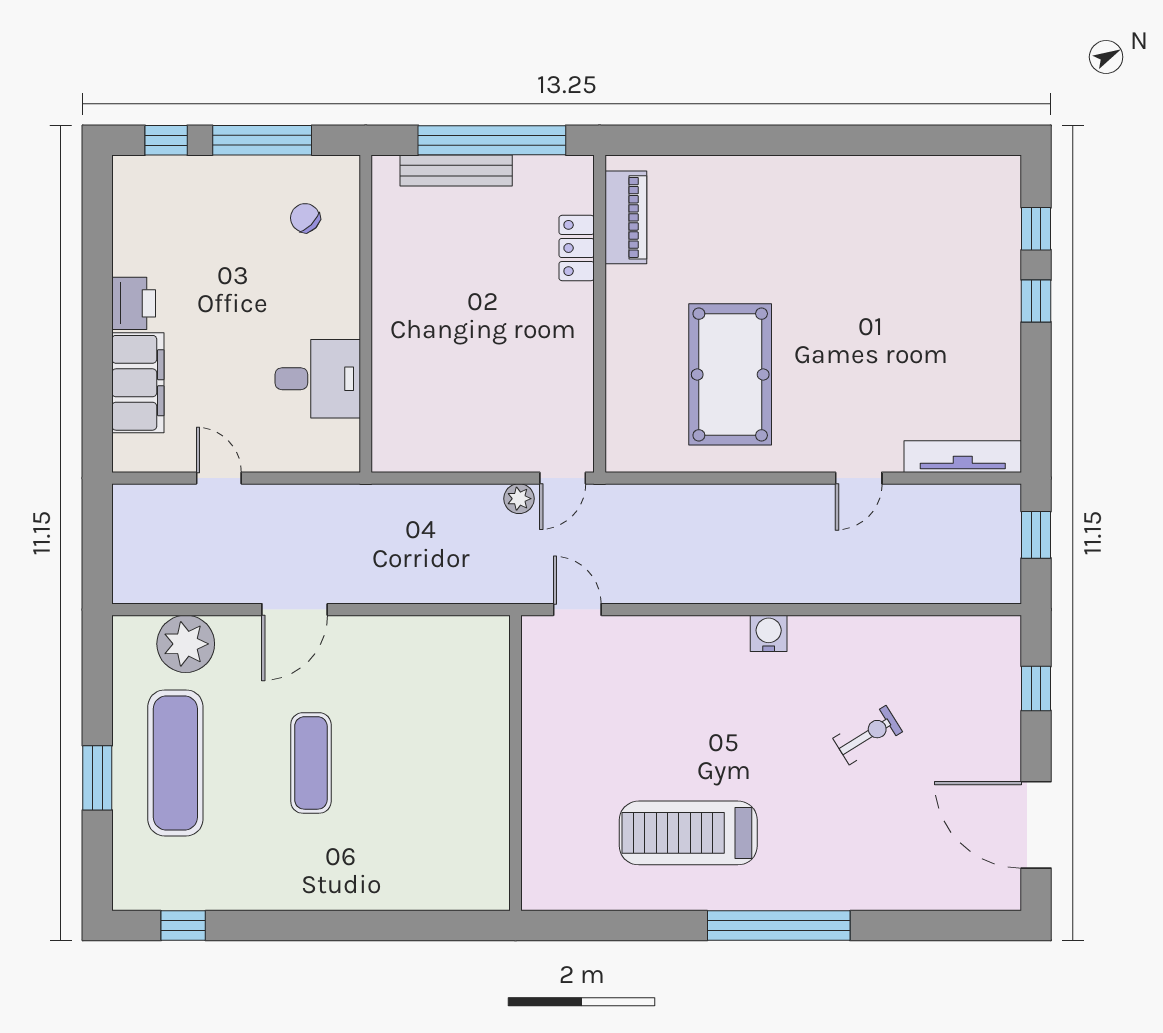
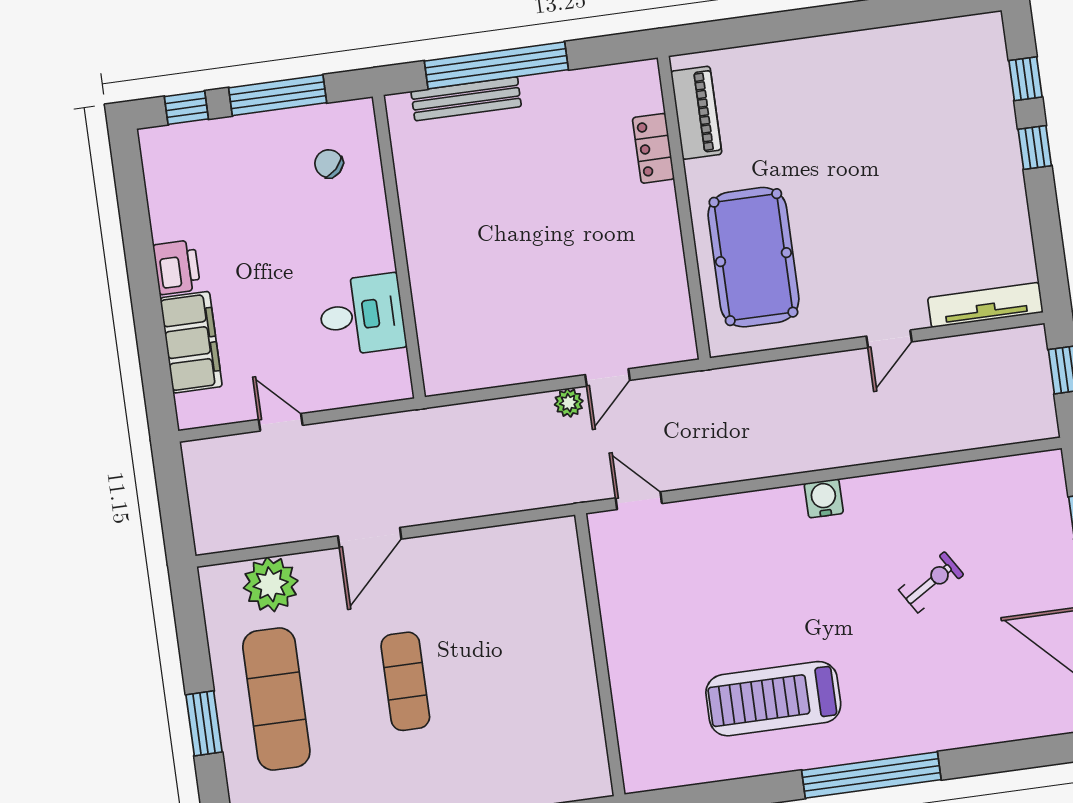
piano: (626, 217) -> (696, 113), moved
locker: (577, 248) -> (653, 148), moved
wall: (600, 314) -> (684, 208), moved

